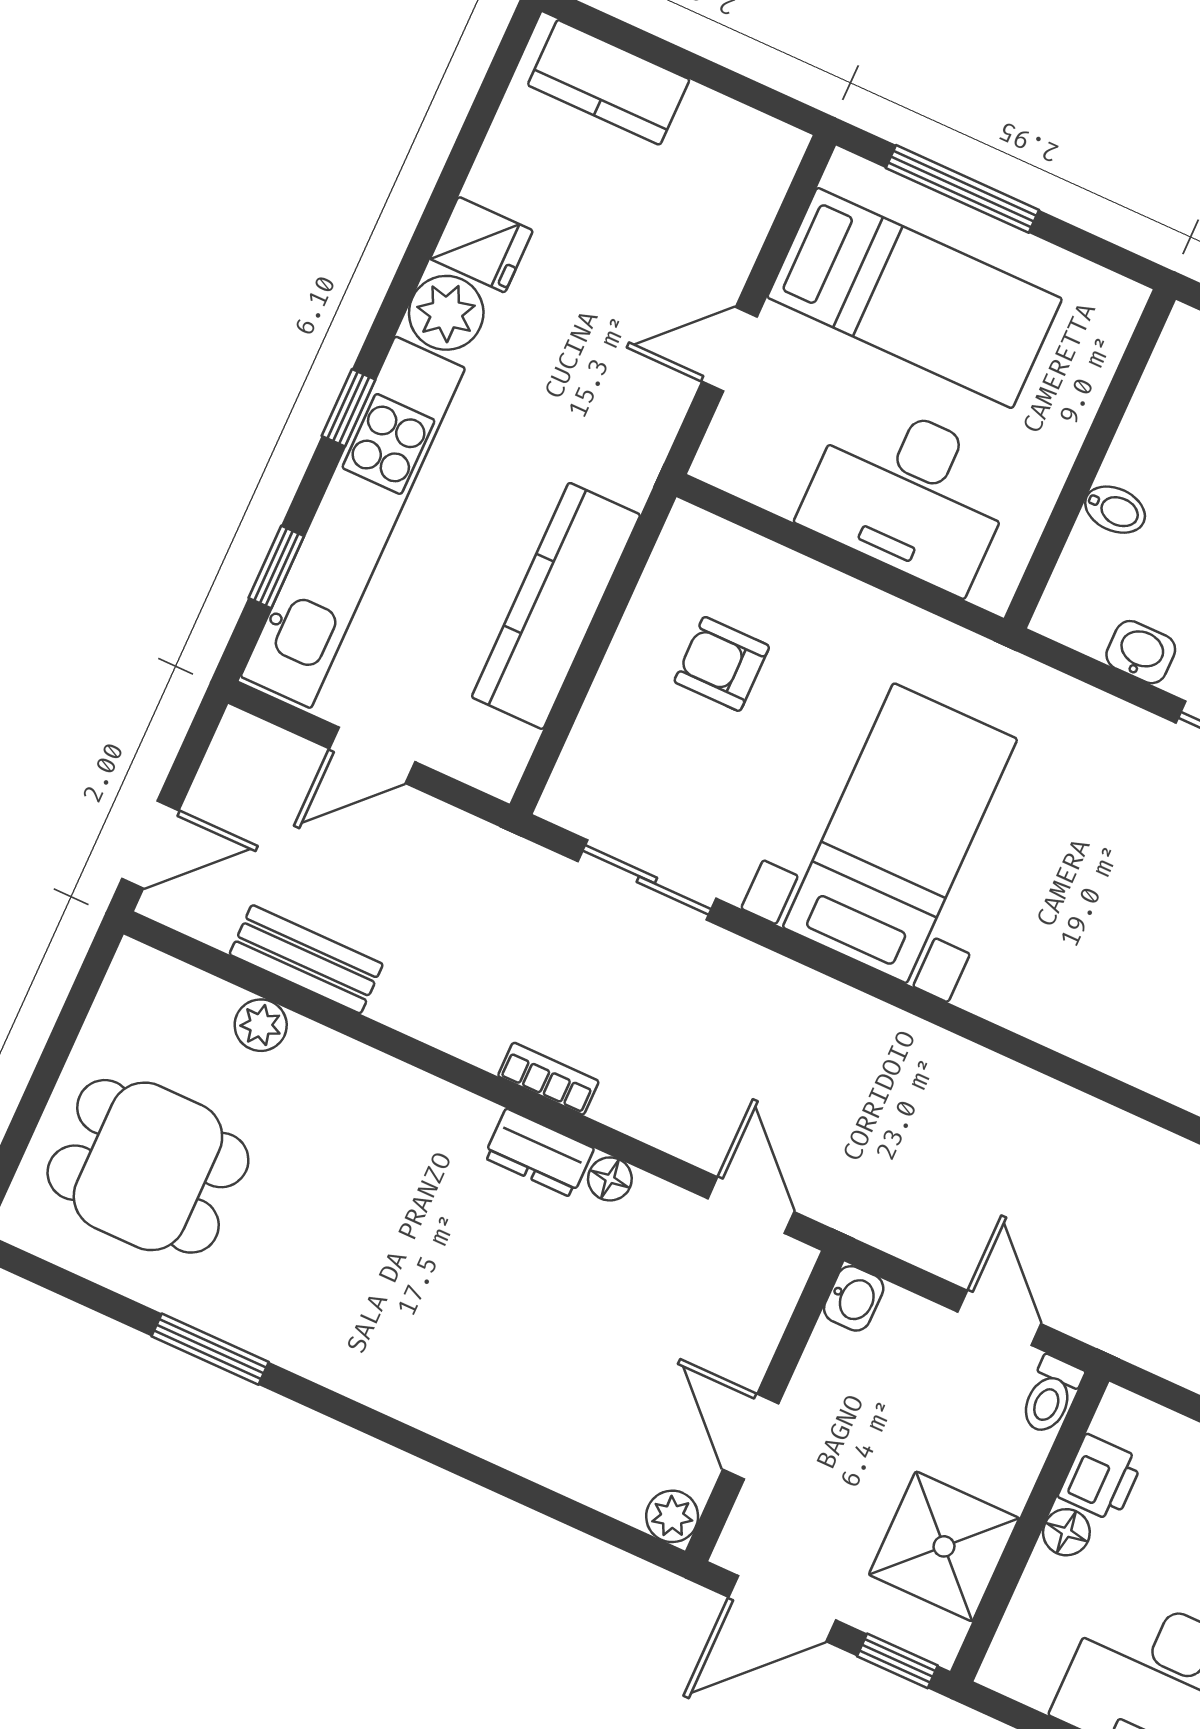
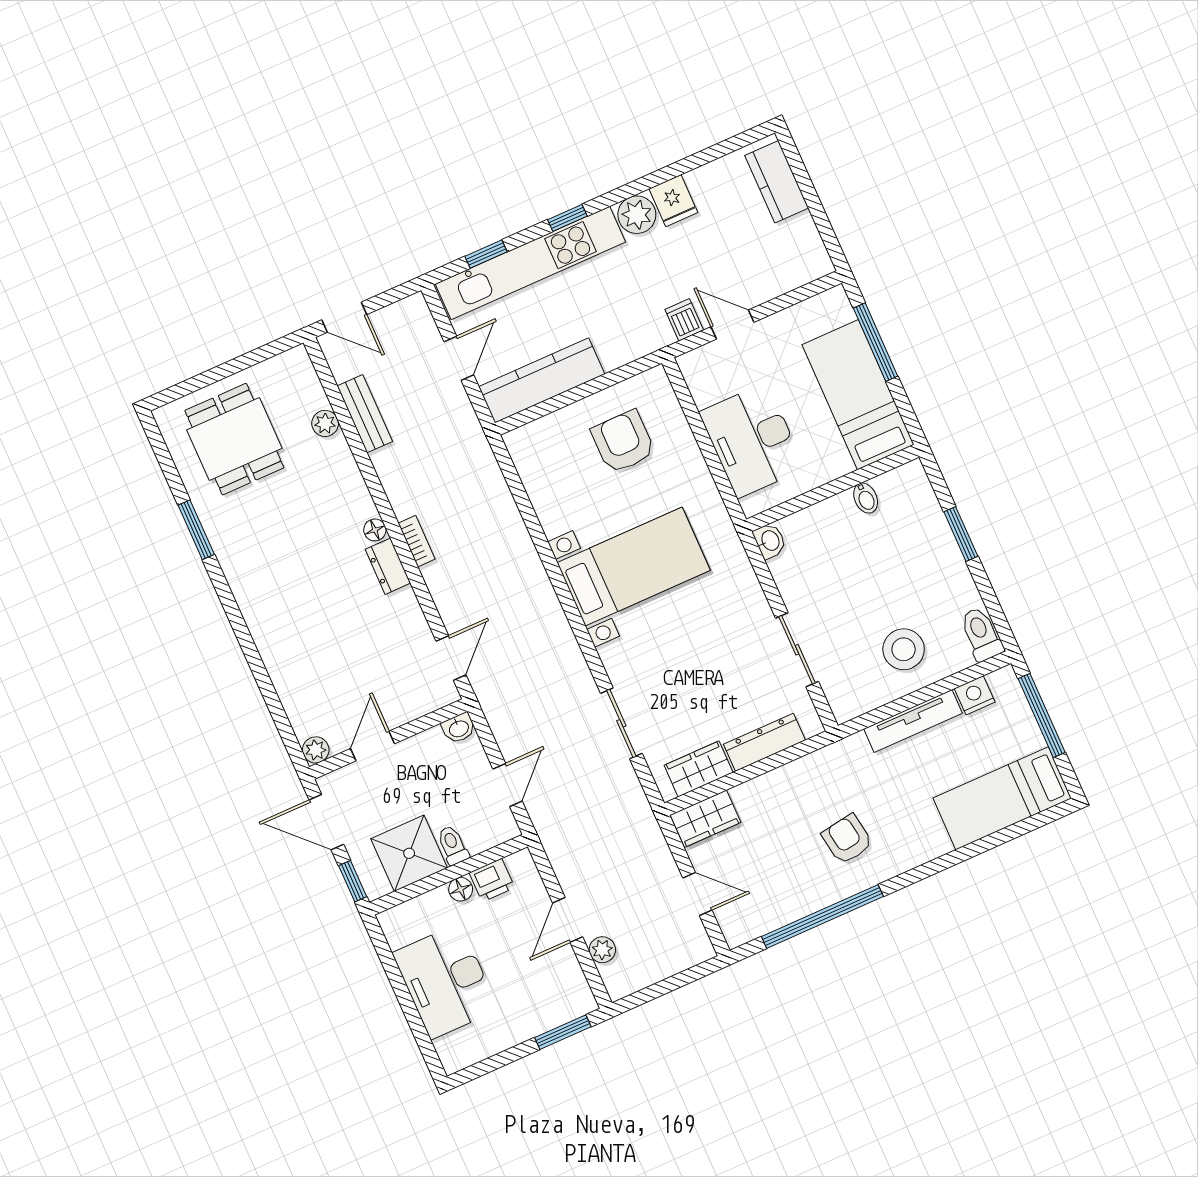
bed: (915, 298) -> (858, 395), moved, turned 180
dishwasher: (653, 405) -> (684, 320), added
bidet: (1115, 510) -> (866, 498), moved
kitchen counter: (556, 606) -> (542, 380), moved
washbasin: (1141, 652) -> (770, 541), moved
armchair: (722, 664) -> (623, 442), width x1.38, depth x1.38
door: (372, 755) -> (459, 358), swing flipped
sliding door: (647, 880) -> (621, 723), moved
floor lamp: (610, 1179) -> (375, 530), moved
toilet: (1051, 1395) -> (453, 845), moved, turned 90

